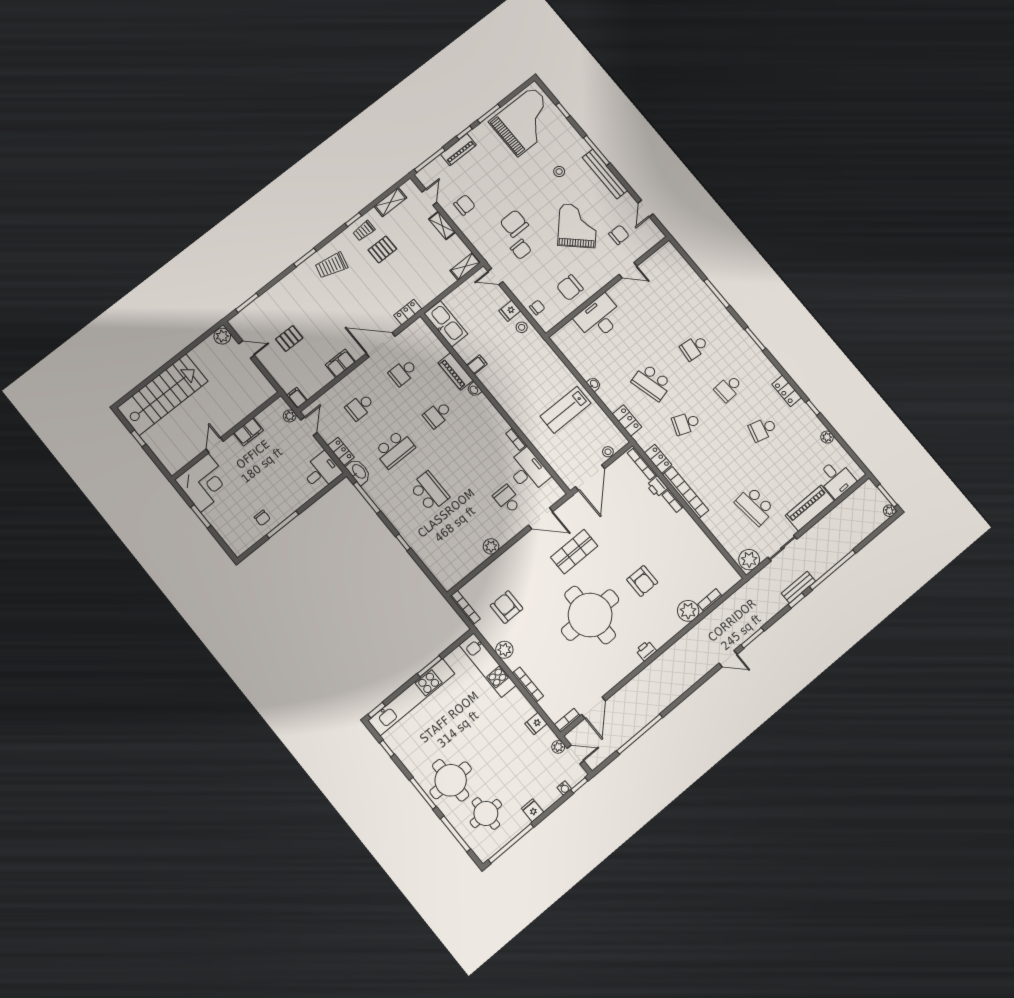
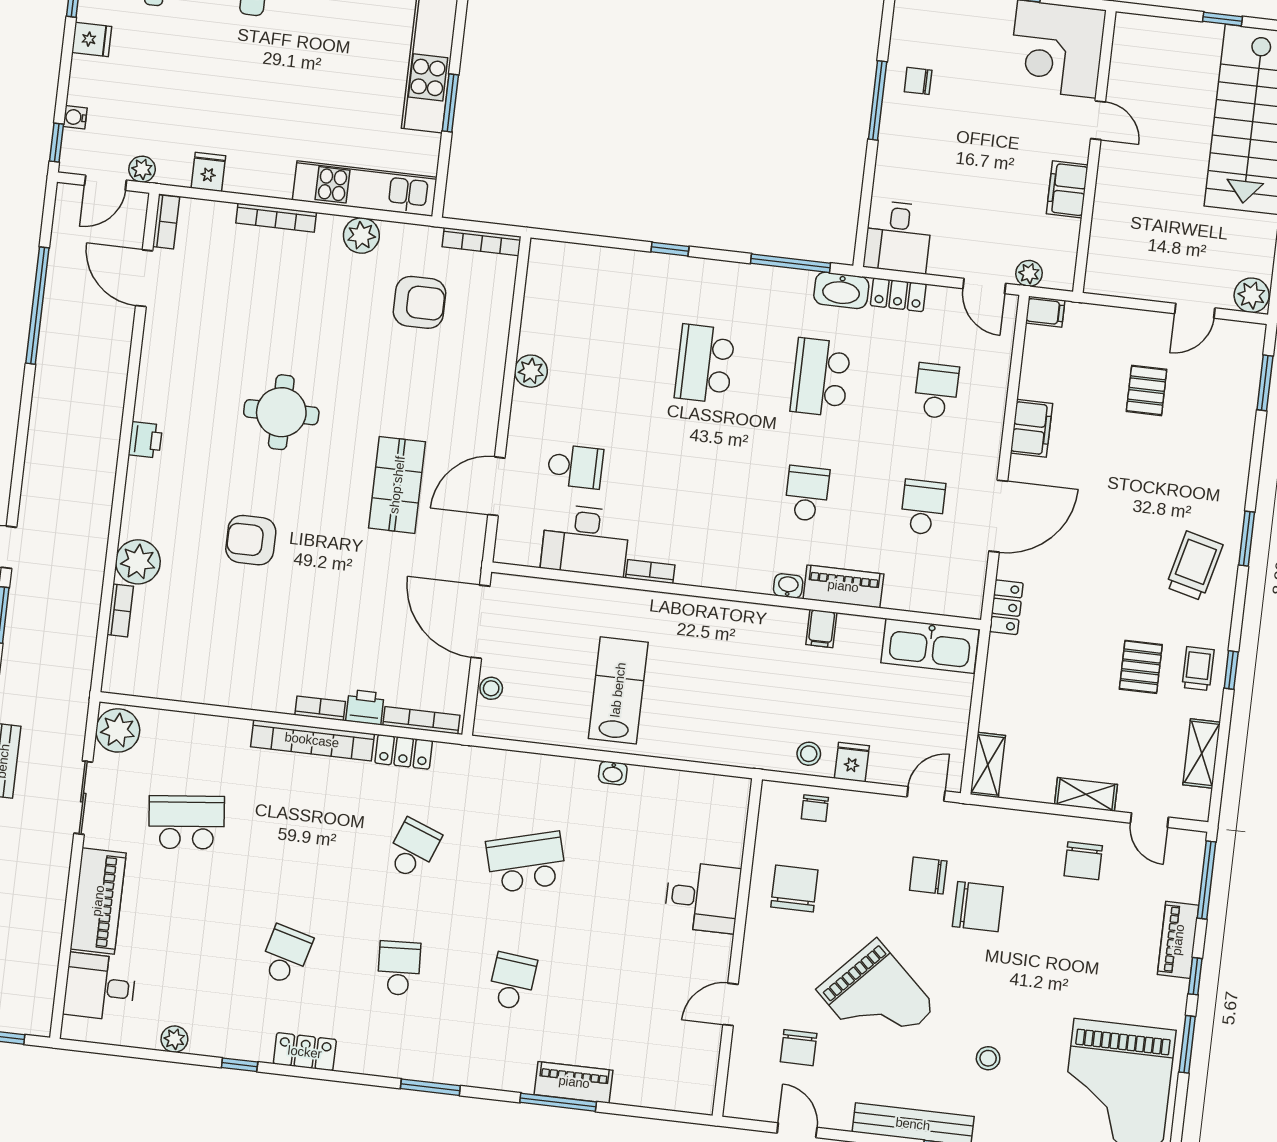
piano: (705, 295) -> (574, 1082), added
desk: (599, 318) -> (702, 897), width x0.73
locker: (627, 420) -> (508, 765), removed
school desk: (429, 492) -> (705, 364), turned 90
round table: (590, 615) -> (281, 412), width x0.54, depth x0.54

